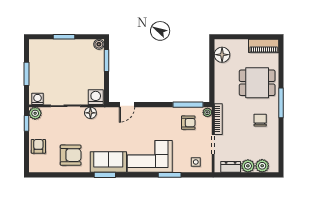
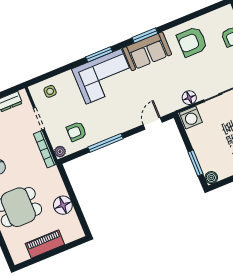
piano: (264, 46) -> (45, 244), moved
floor lamp: (222, 55) -> (63, 205), moved
window: (188, 105) -> (105, 143), moved
window: (170, 175) -> (99, 54), moved

